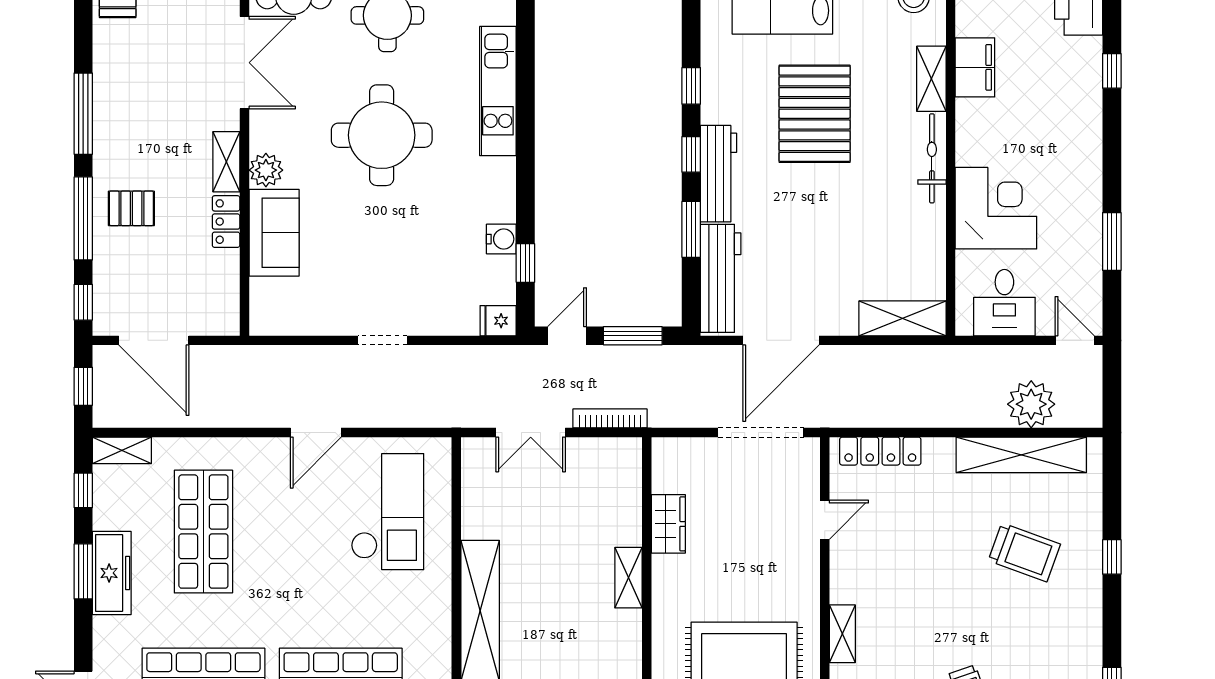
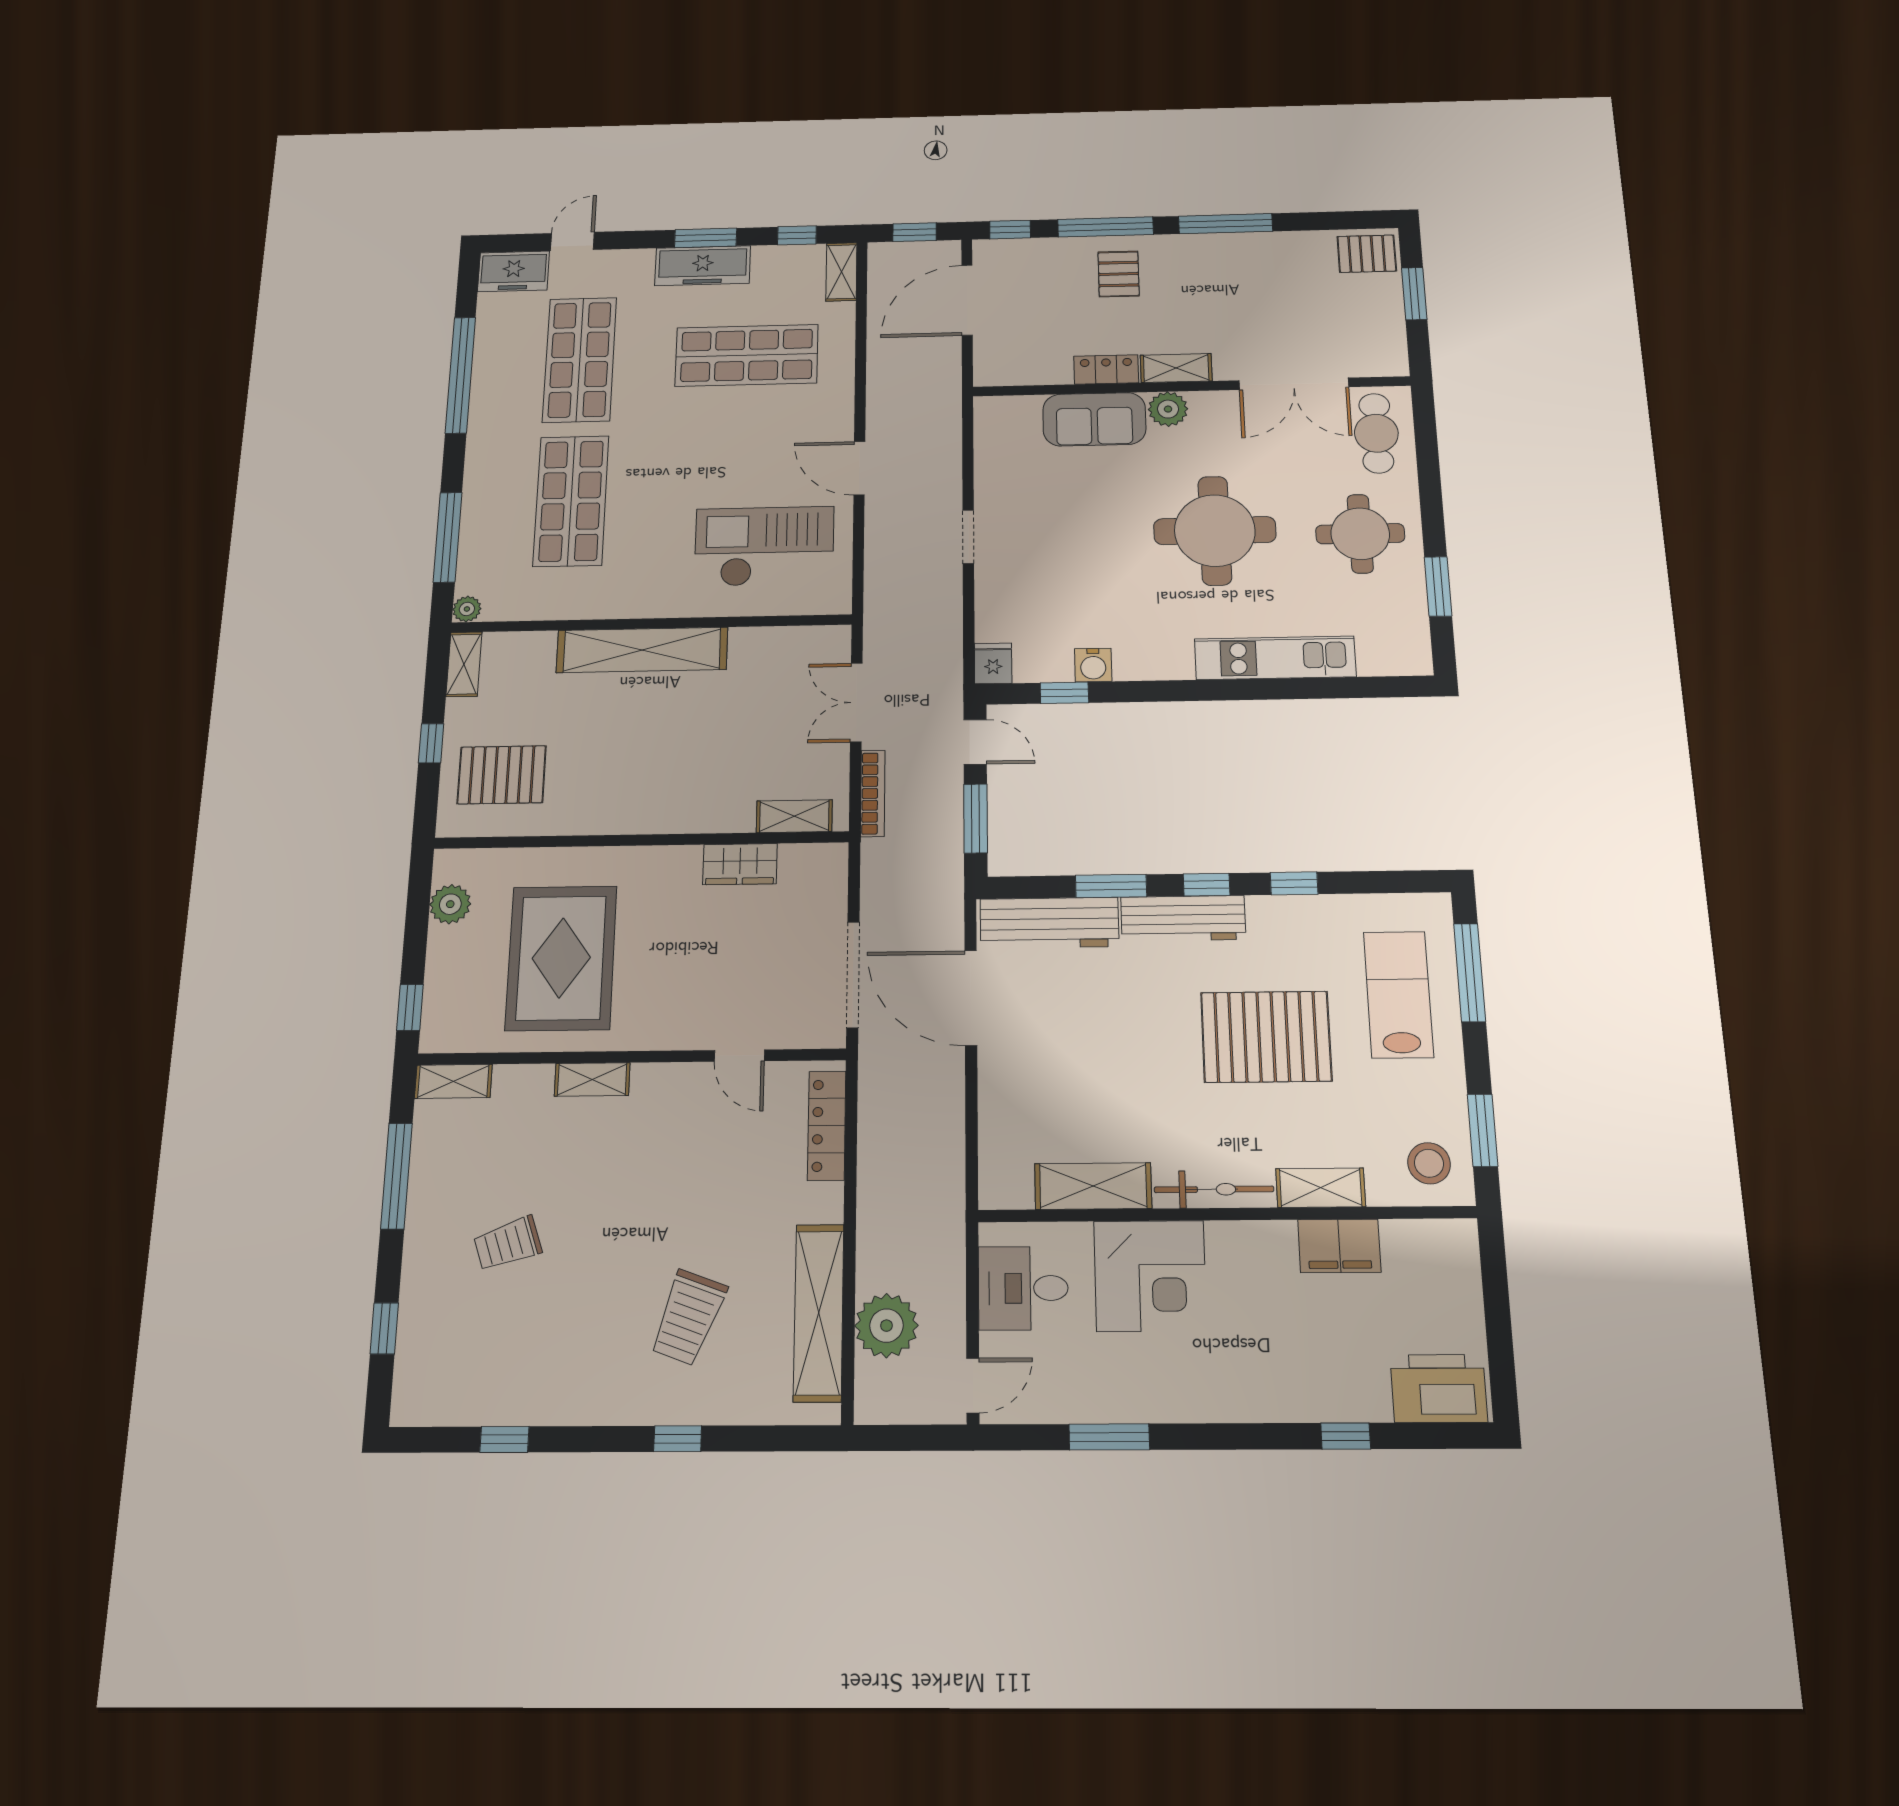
shelving: (903, 318) -> (1093, 1186), moved, turned 90
checkout: (387, 512) -> (764, 546), turned 180
shelving: (628, 578) -> (794, 816), moved

